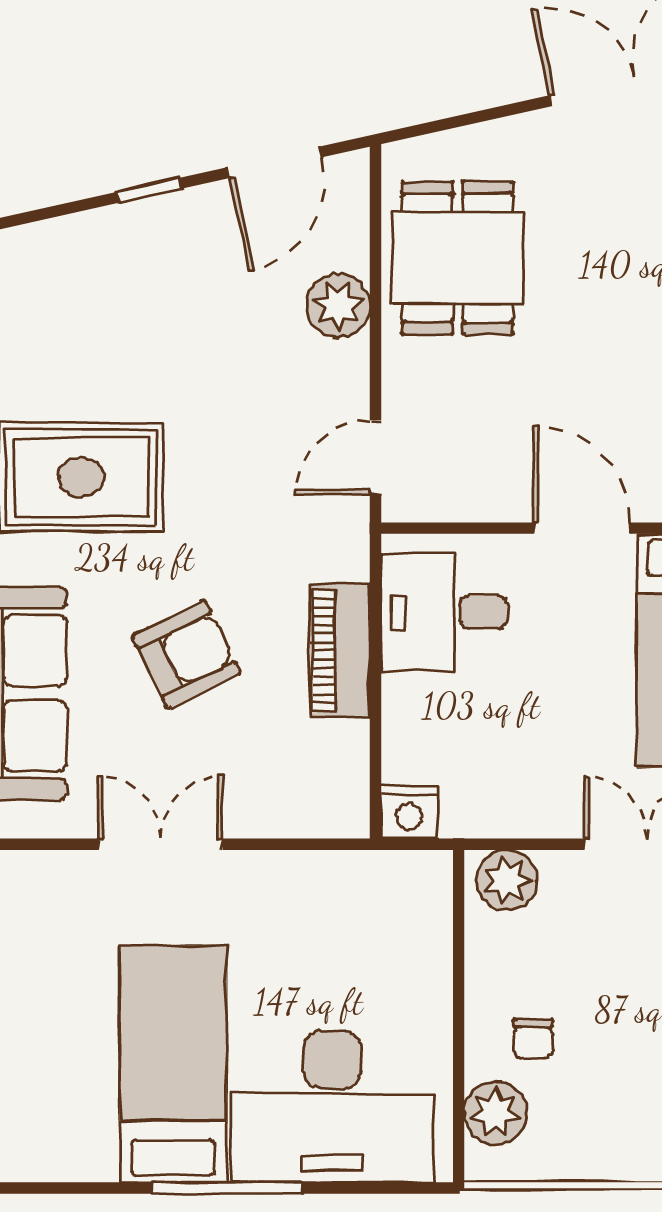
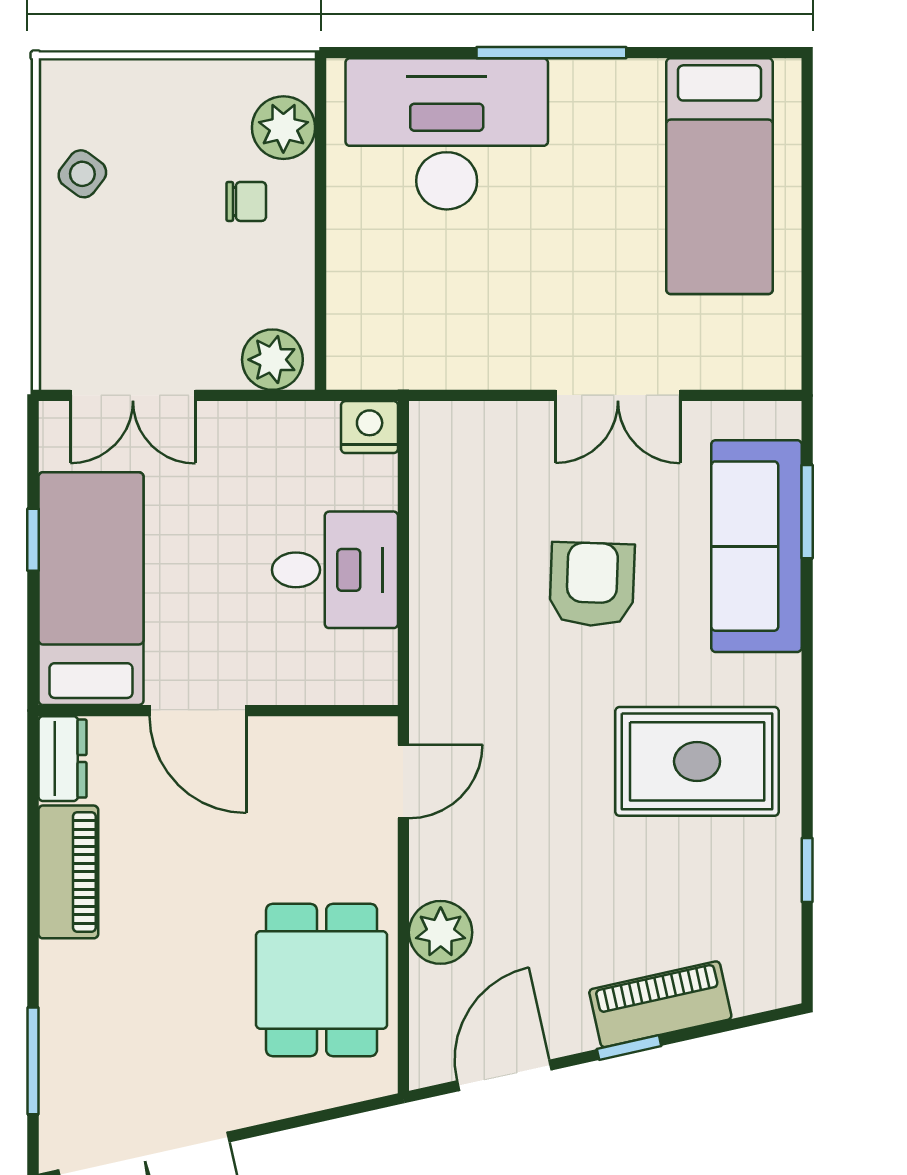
desk: (444, 612) -> (335, 570), moved
piano: (340, 651) -> (660, 1004), moved, turned -103
armchair: (186, 655) -> (592, 584), turned 118
chair: (533, 1039) -> (246, 201), turned 90
bed: (173, 1064) -> (720, 176), moved

